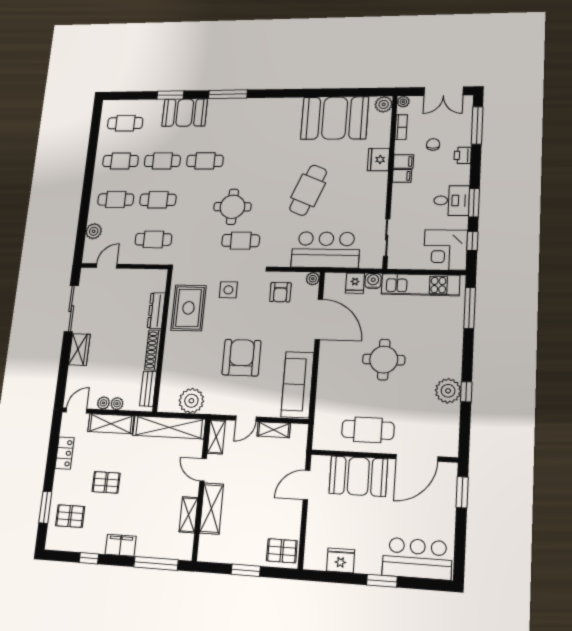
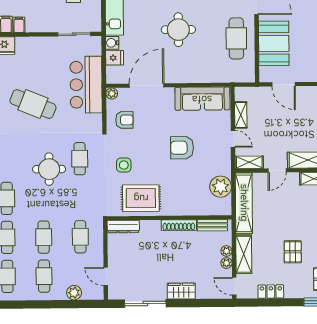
dresser: (156, 311) -> (123, 227), moved
armchair: (242, 358) -> (182, 148), width x0.73, depth x0.73

